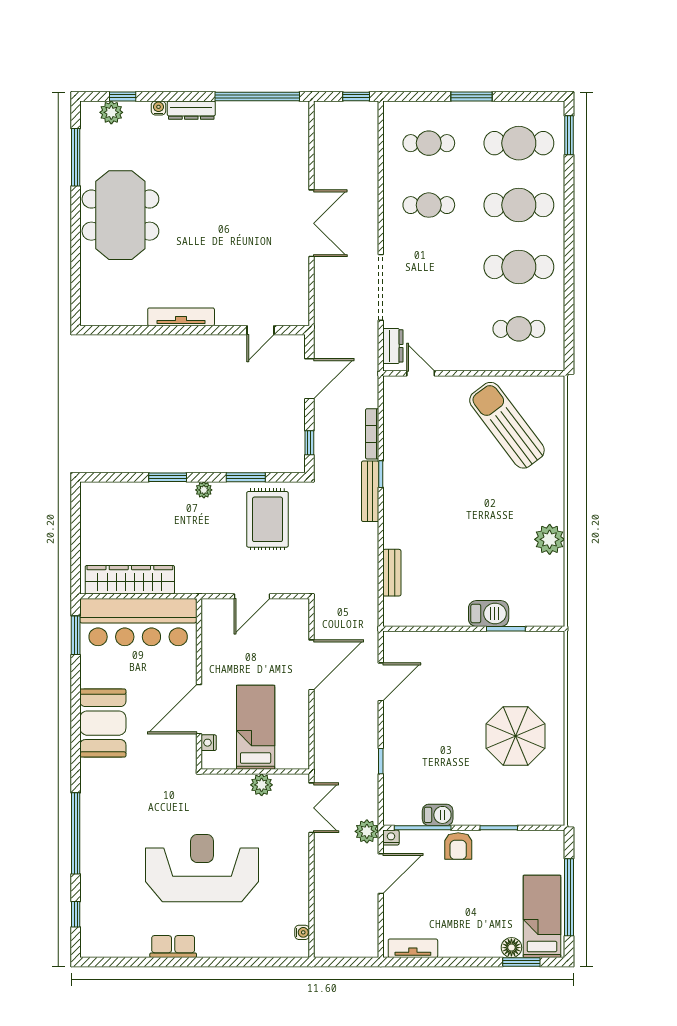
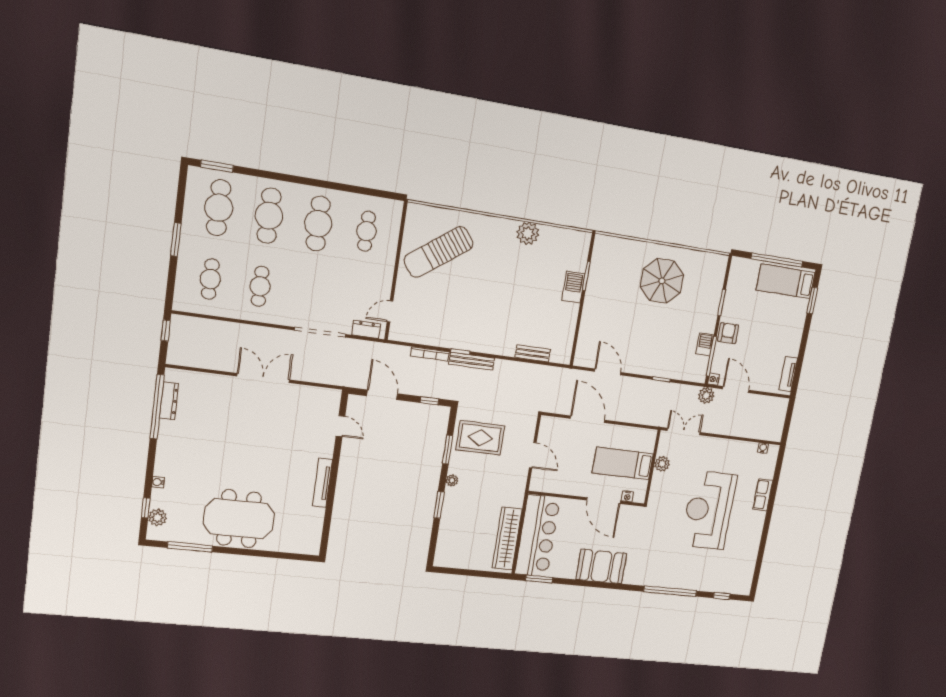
dresser: (191, 110) -> (169, 401), moved
armchair: (458, 846) -> (728, 333), turned -90
row of seats: (173, 947) -> (763, 495), moved
floor lamp: (511, 948) -> (802, 306), removed

